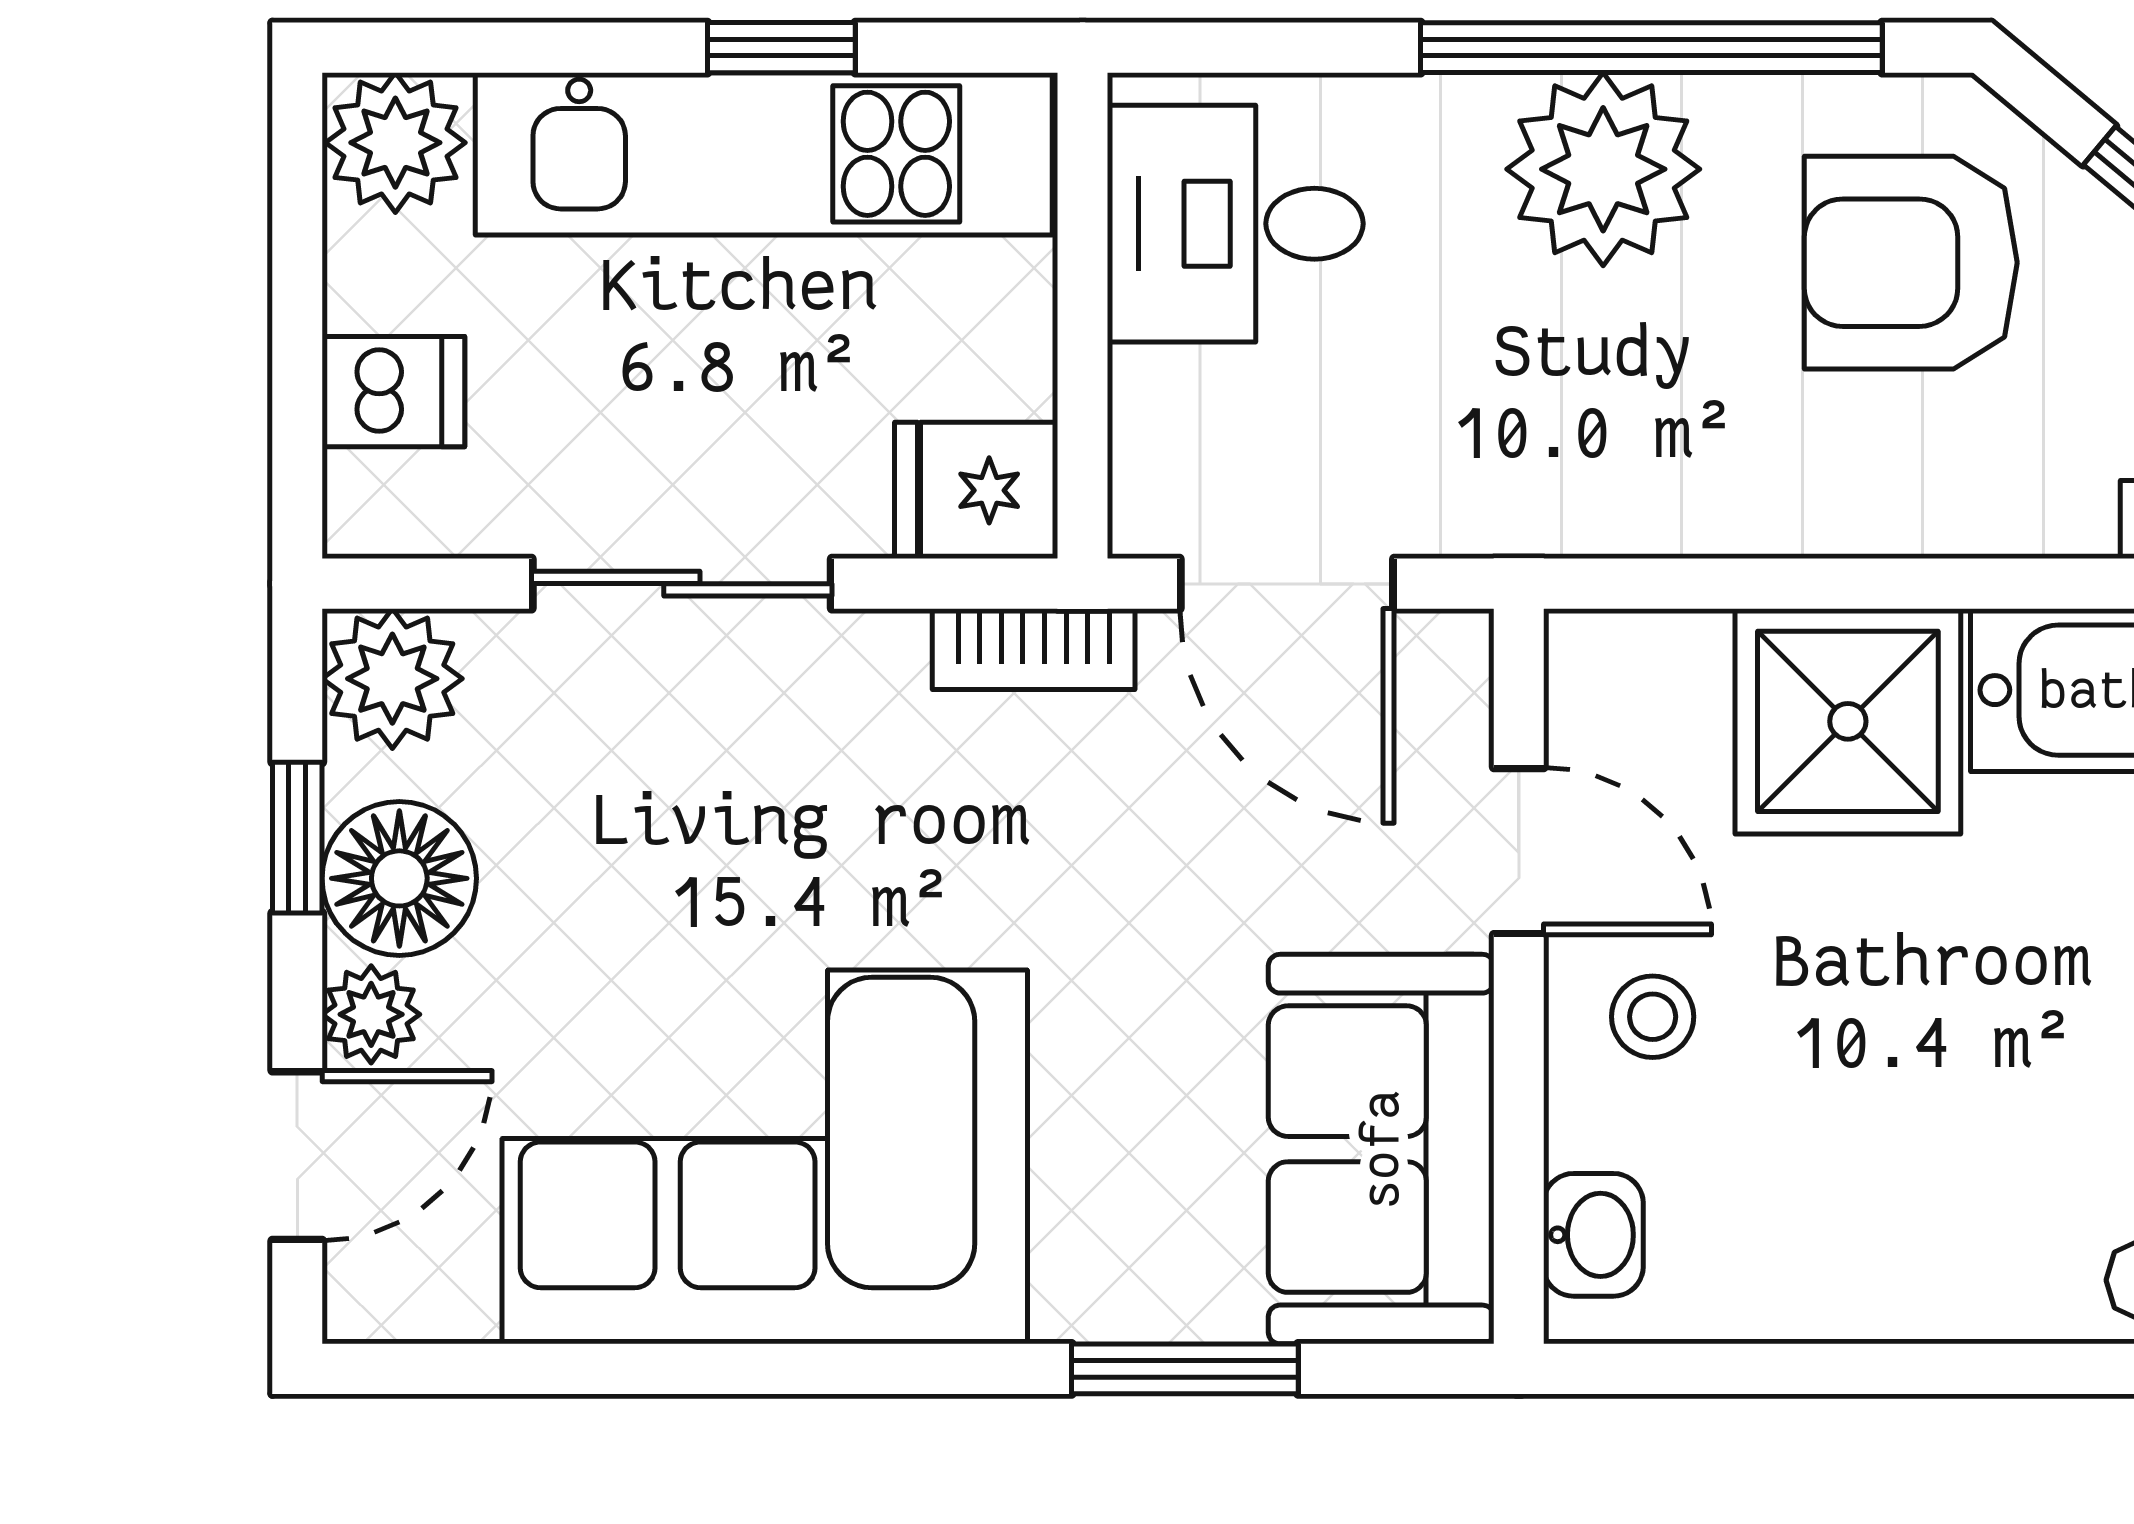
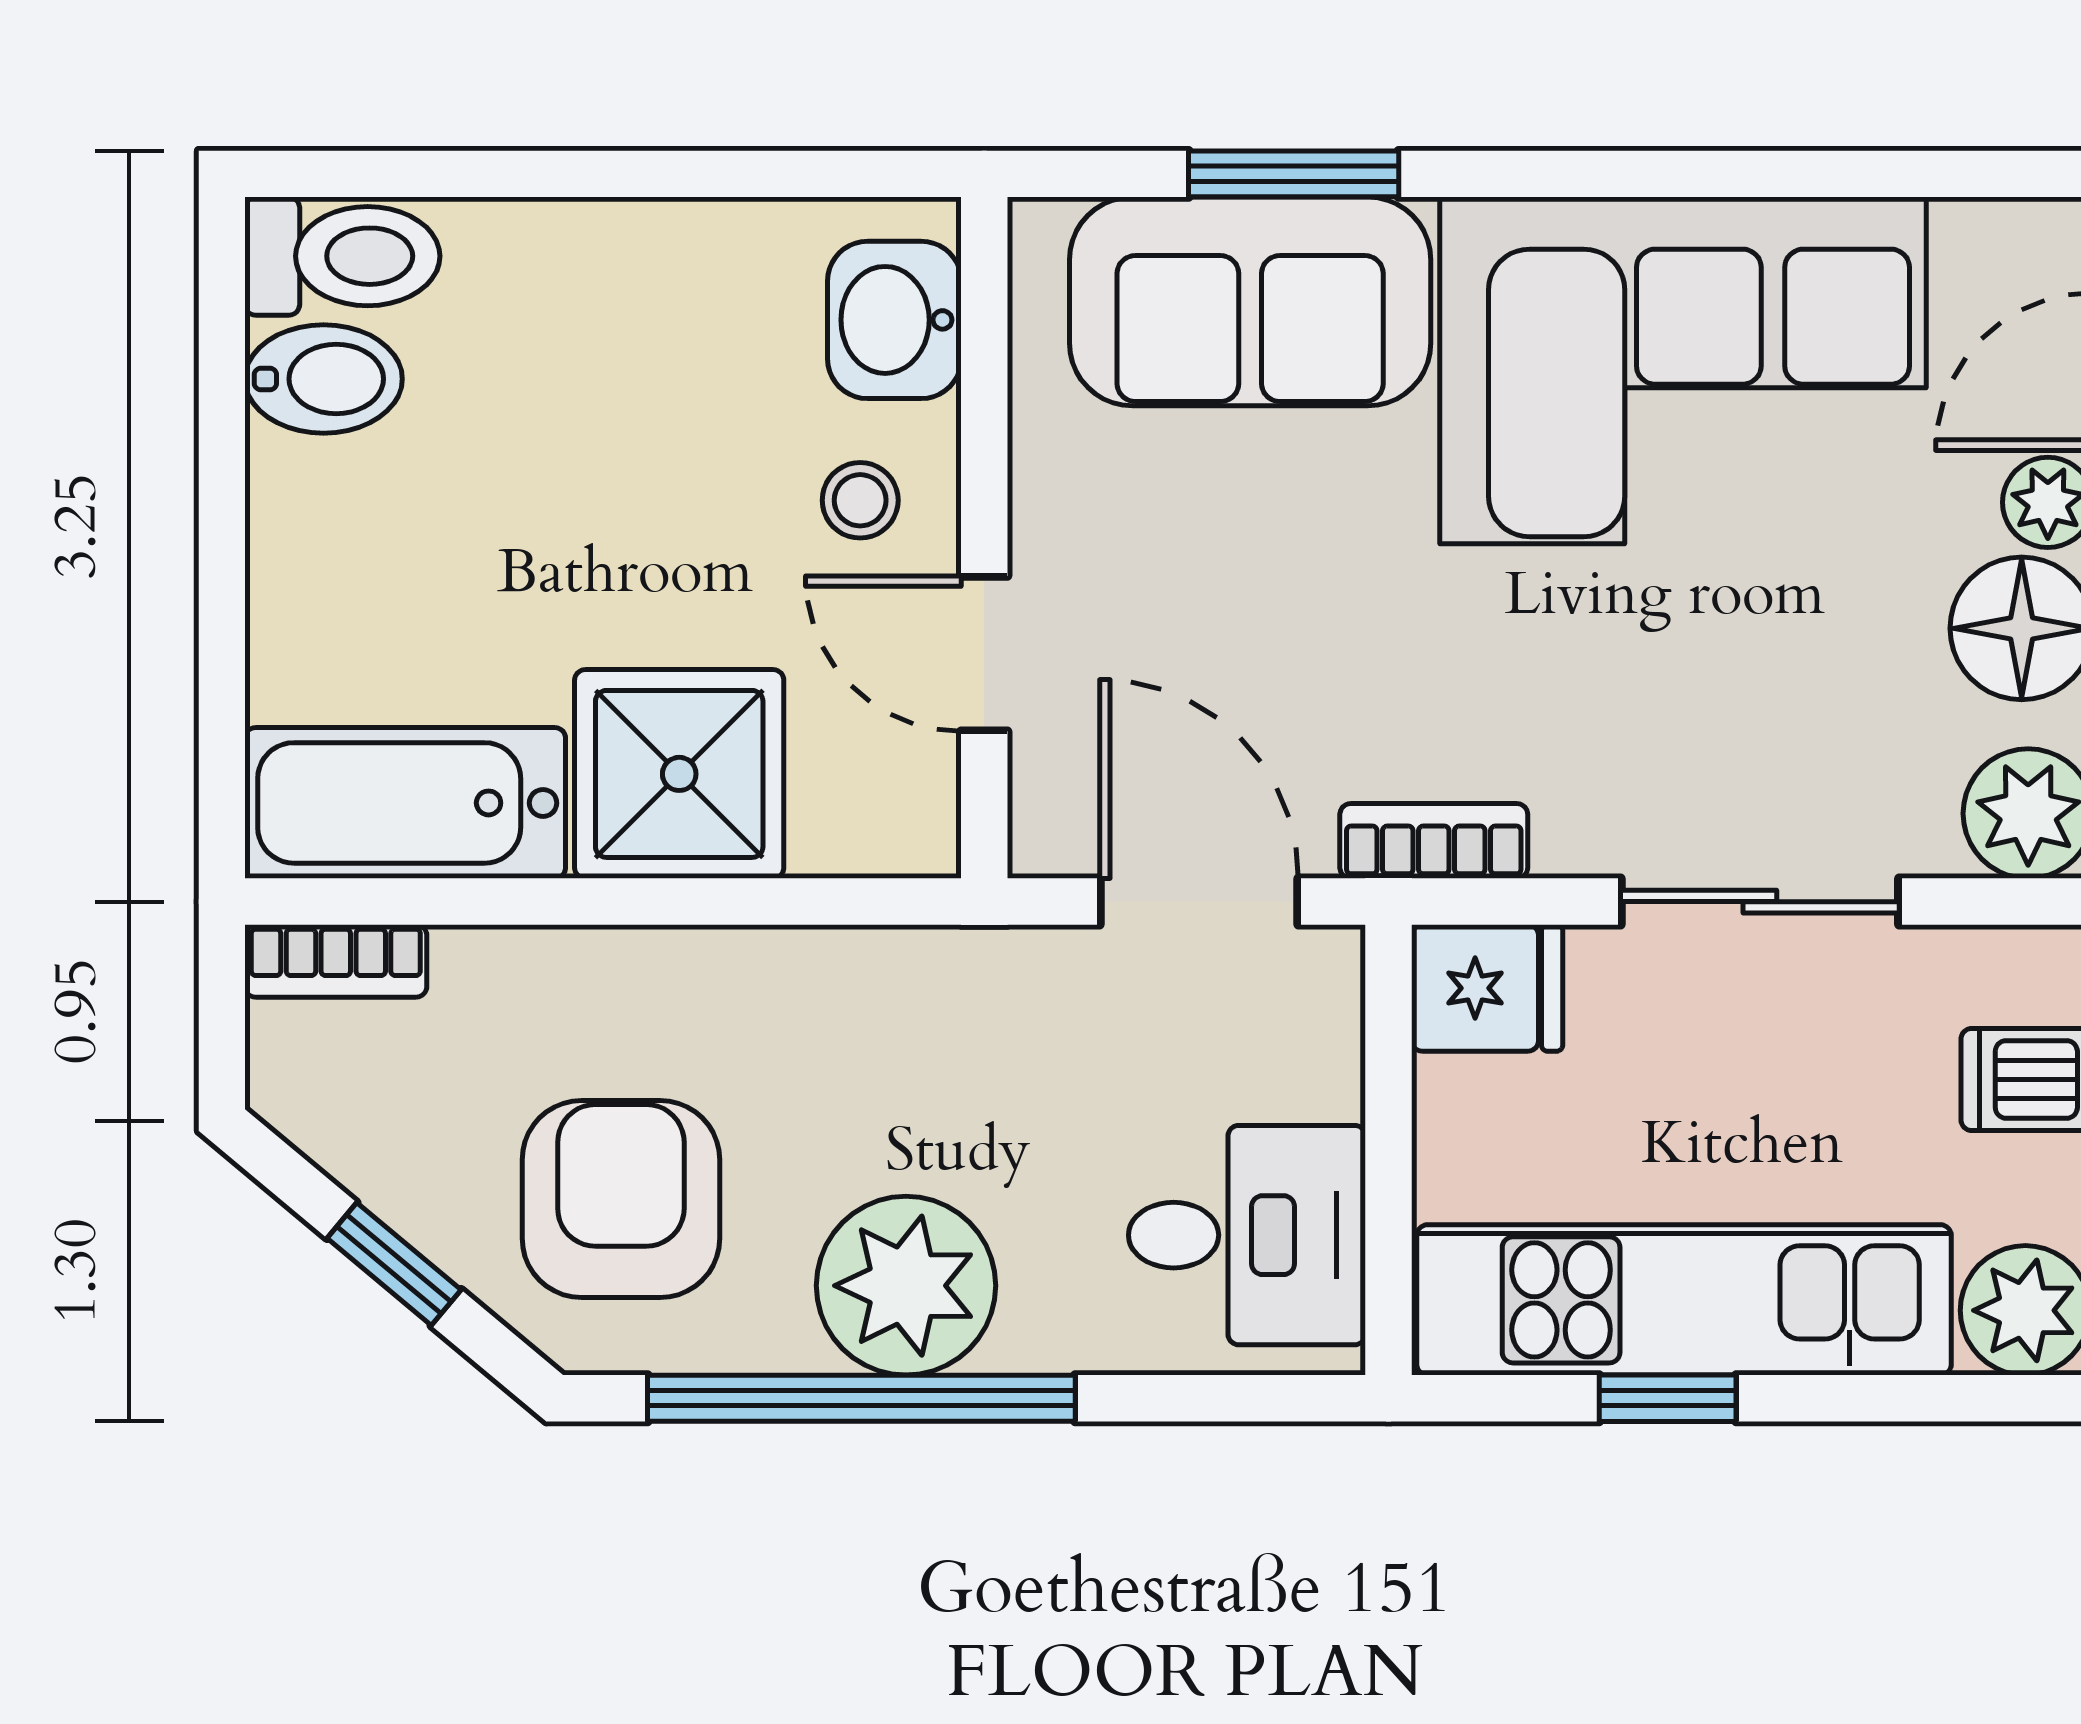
armchair: (1911, 263) -> (621, 1199), turned -90
sofa: (1381, 1149) -> (1250, 301), moved, turned 90
washbasin: (1593, 1235) -> (894, 320), width x1.38, depth x1.45

